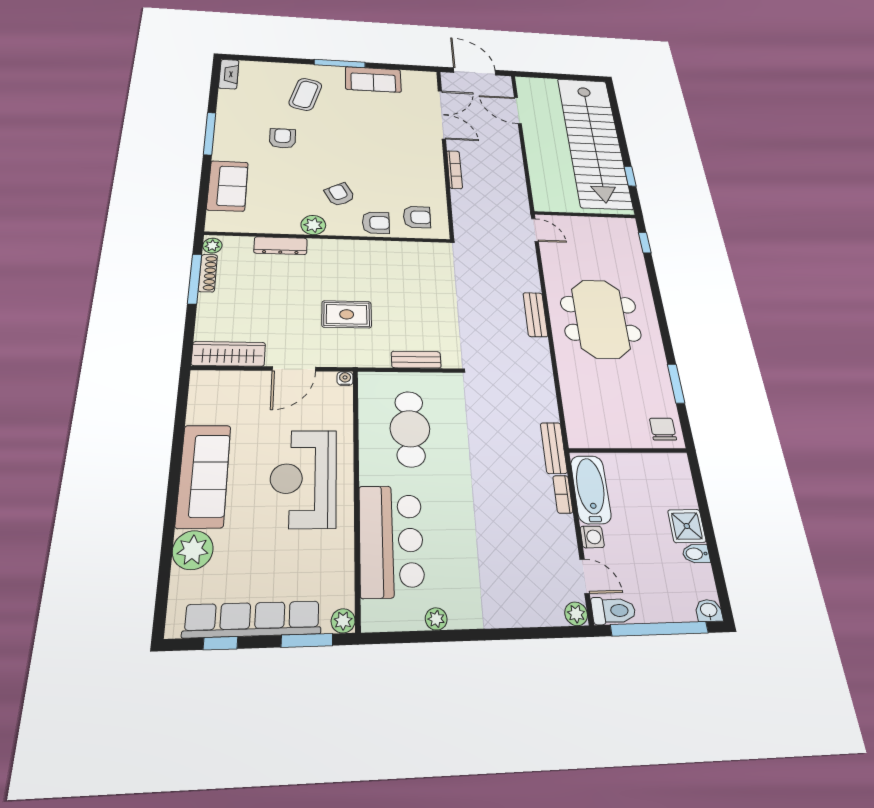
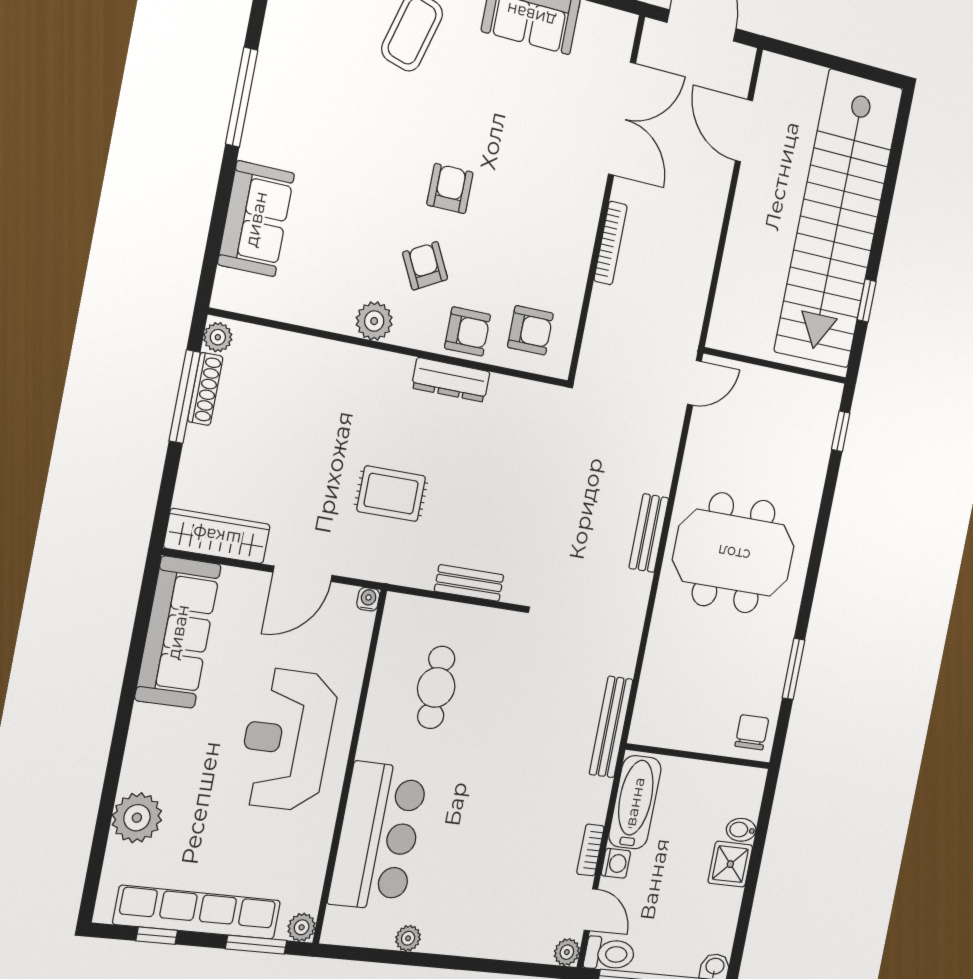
armchair: (283, 138) -> (450, 189), moved
door: (535, 230) -> (694, 383), hinge flipped
dresser: (281, 246) -> (451, 380), moved
meeting table: (601, 319) -> (734, 553), turned 90
cafe table: (410, 429) -> (436, 687), width x0.73, depth x0.74
bench: (554, 448) -> (611, 727), width x1.36
sofa: (203, 475) -> (178, 632), moved
bookcase: (563, 494) -> (590, 850), moved
bidet: (696, 554) -> (741, 830), moved

